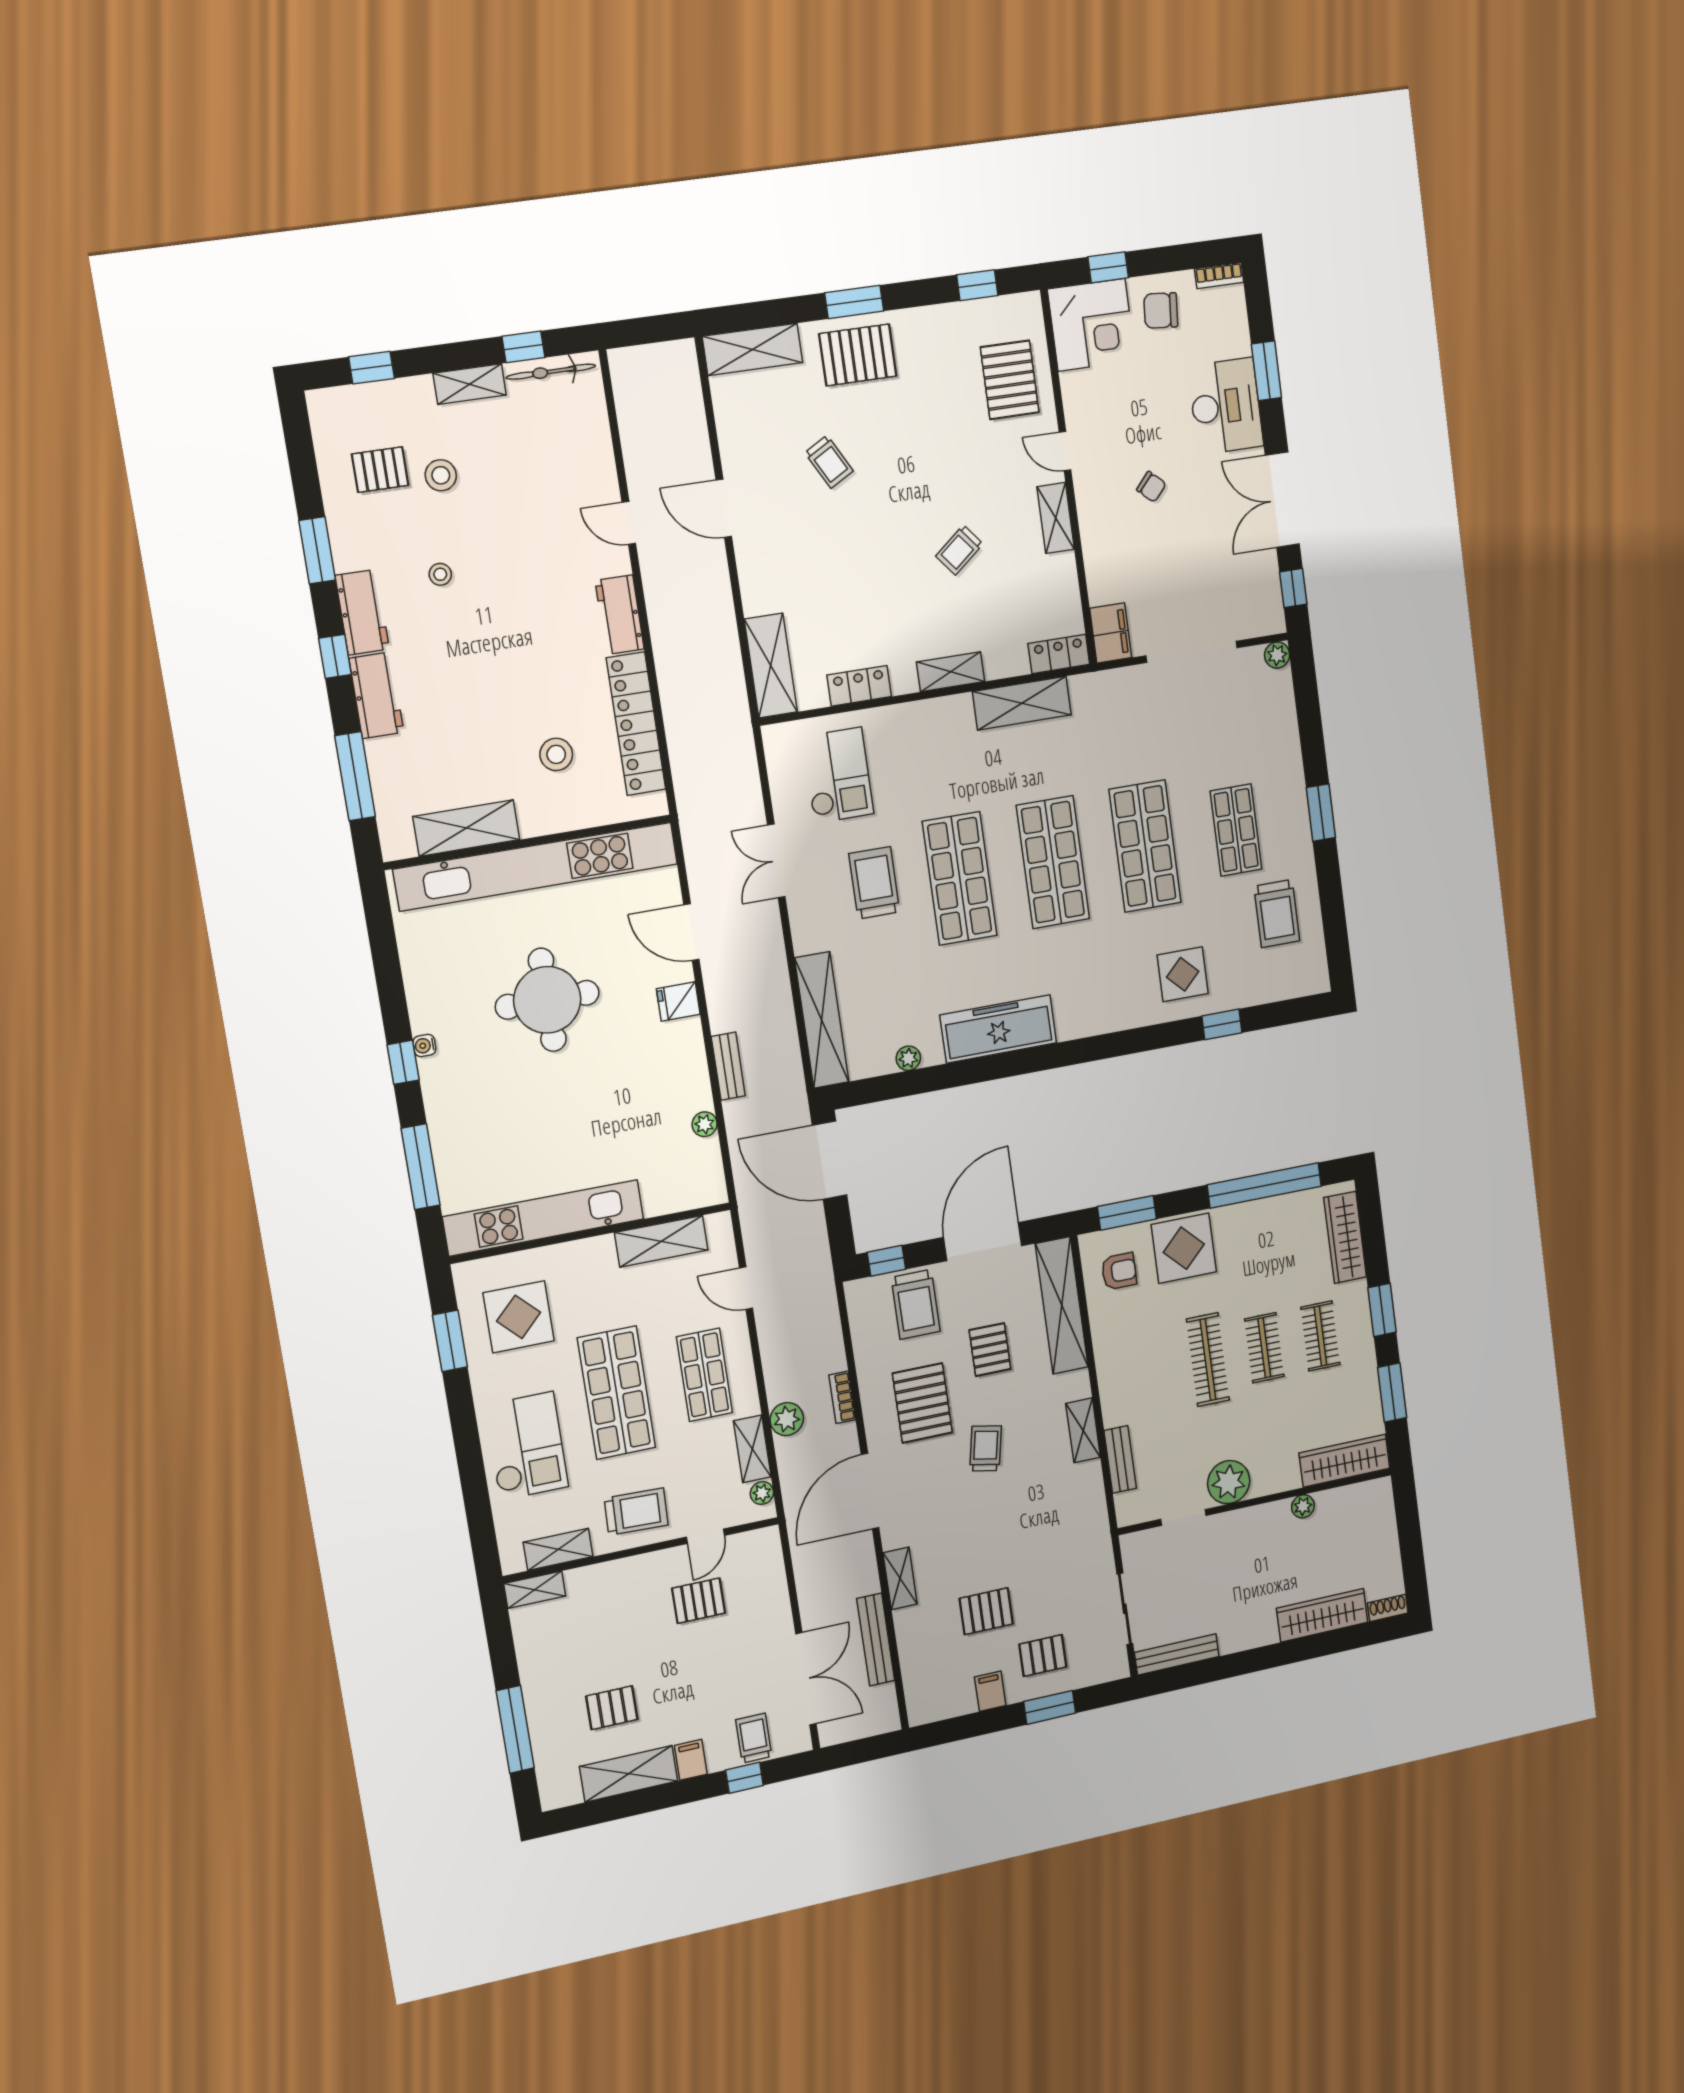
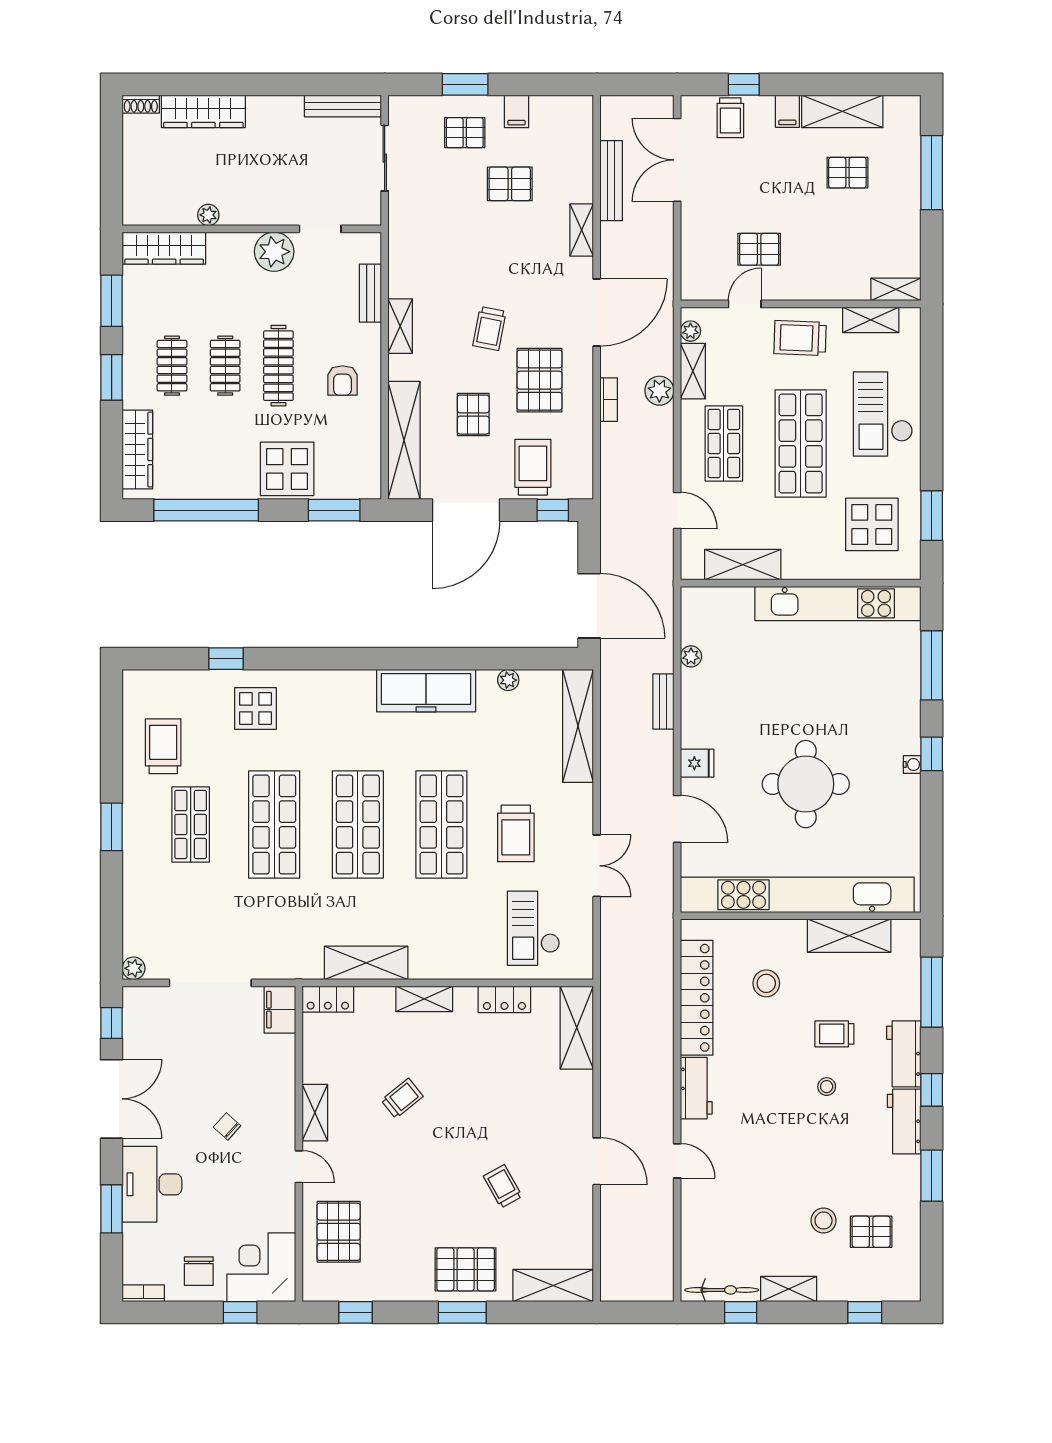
chair: (1161, 310) -> (199, 1271), turned 85
stool: (440, 574) -> (827, 1087), moved
trolley: (465, 706) -> (834, 1034), added
armchair: (1119, 1271) -> (342, 381), moved, turned -90

